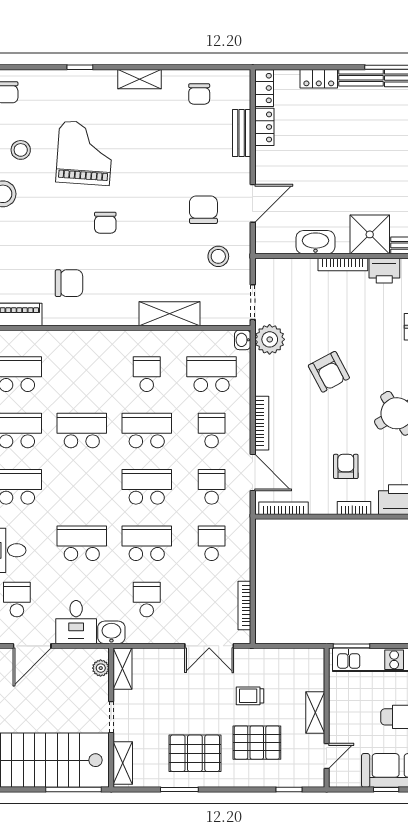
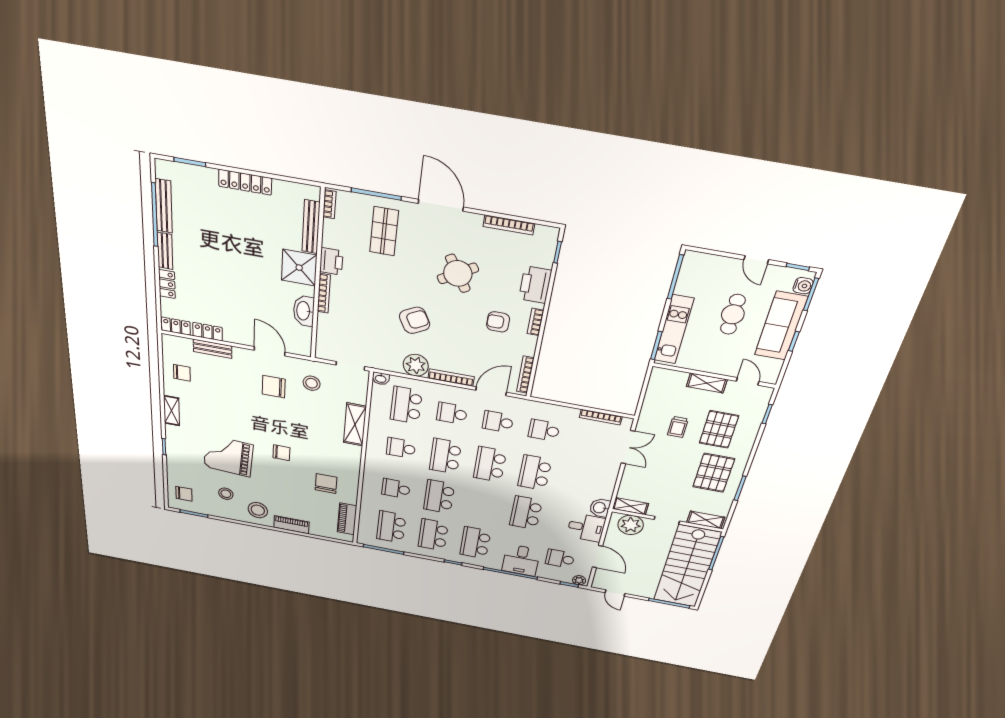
plant: (270, 339) -> (416, 365), moved
school desk: (147, 600) -> (396, 489), moved
plant: (101, 668) -> (631, 525), width x1.87, depth x1.87

